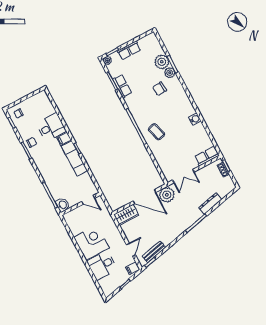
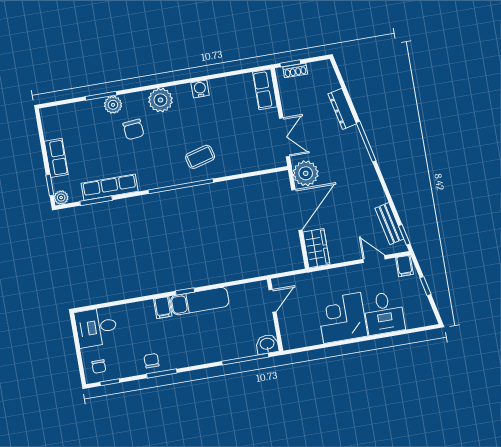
plant: (162, 62) -> (160, 100), moved
row of seats: (122, 86) -> (110, 187), width x1.48
desk: (51, 127) -> (96, 327), moved, turned -90

